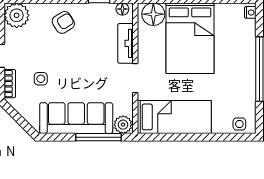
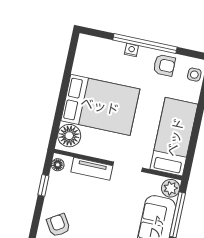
nightstand: (250, 12) -> (131, 50), moved
armchair: (242, 93) -> (164, 65), added

